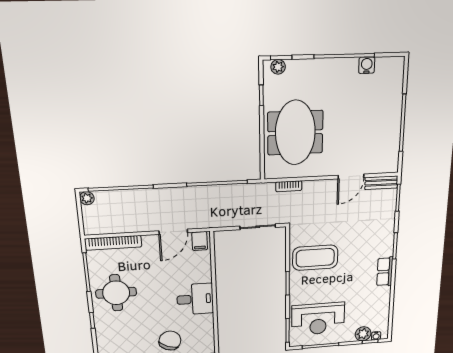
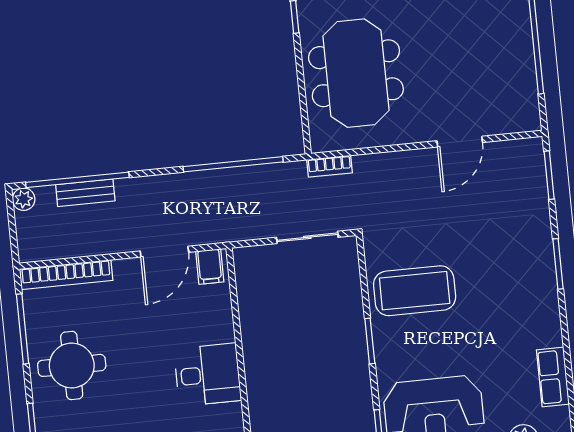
bench: (381, 183) -> (85, 193), moved
bookcase: (289, 186) -> (330, 166), moved
row of seats: (385, 272) -> (553, 377), moved

